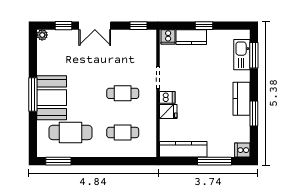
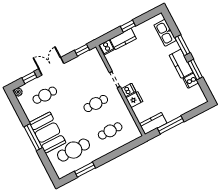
double door: (95, 26) -> (51, 66), swing flipped
cafe table: (70, 54) -> (45, 95), added
window: (254, 55) -> (182, 45), moved
kitchen counter: (183, 149) -> (153, 123), width x0.67
cooker: (242, 150) -> (191, 81), moved
window: (58, 161) -> (85, 170), moved
window: (215, 161) -> (171, 125), moved

